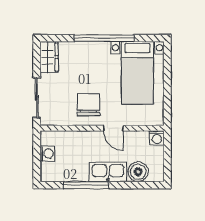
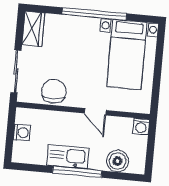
chair: (89, 105) -> (54, 91), moved
kitchen sink: (108, 172) -> (68, 157), moved
window: (86, 185) -> (77, 172), moved

